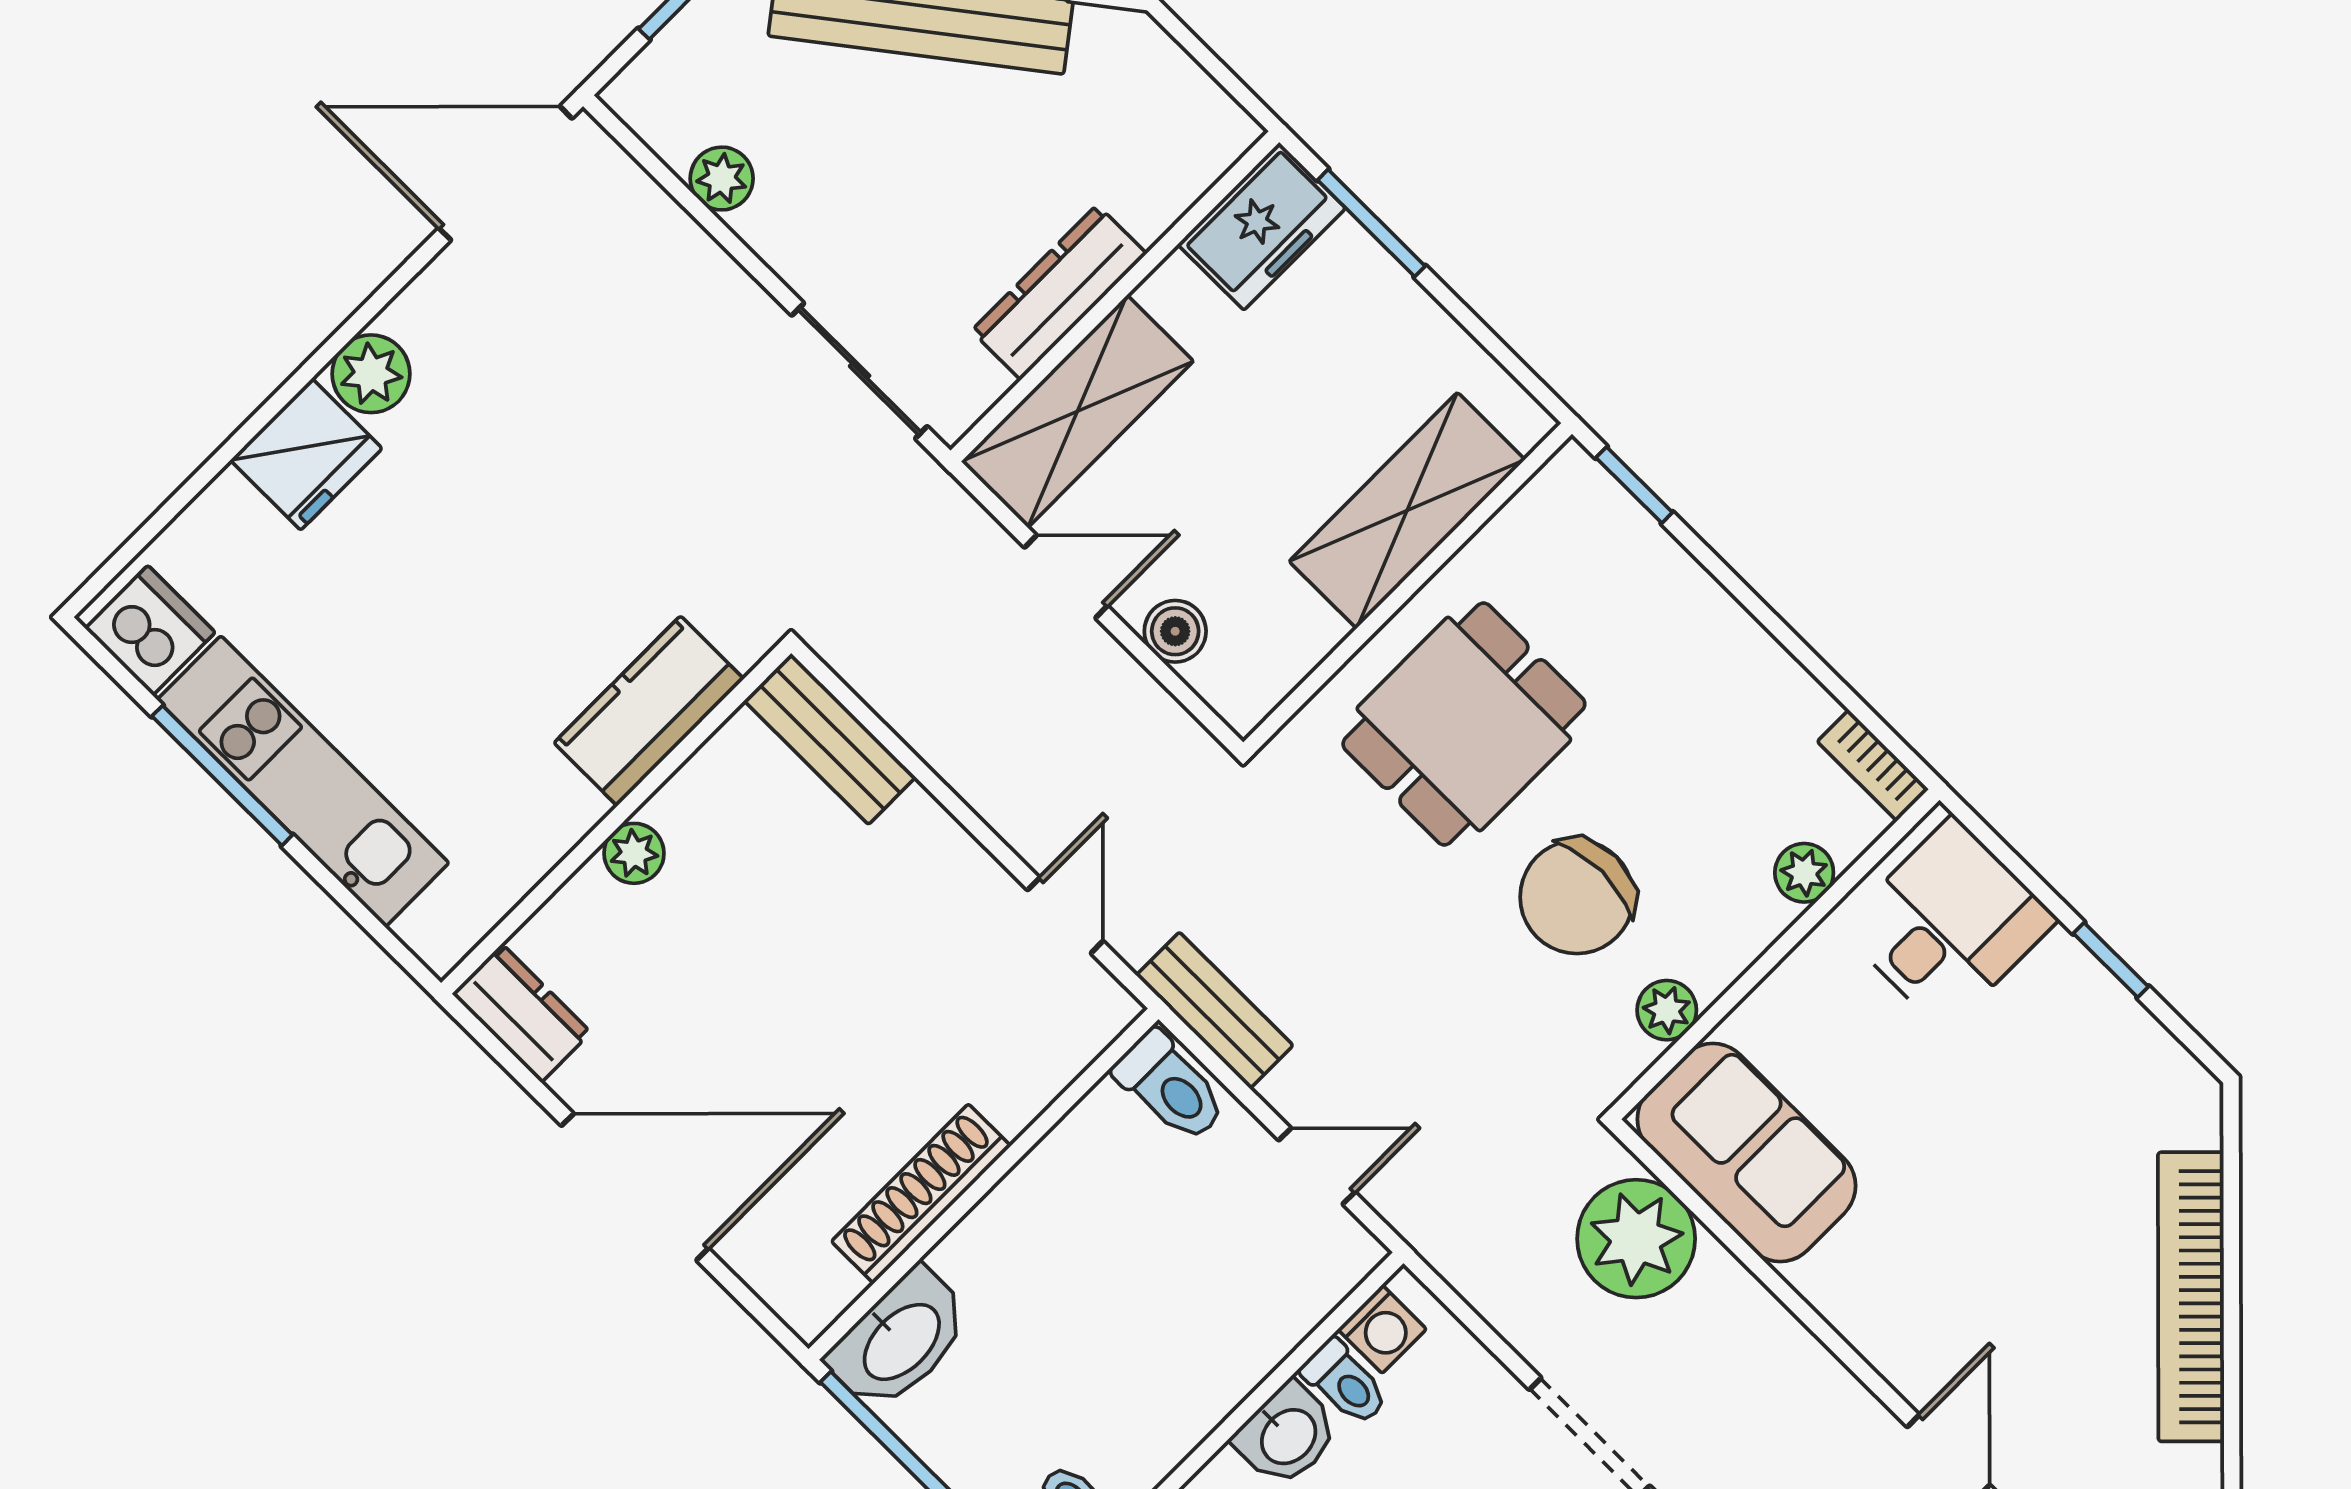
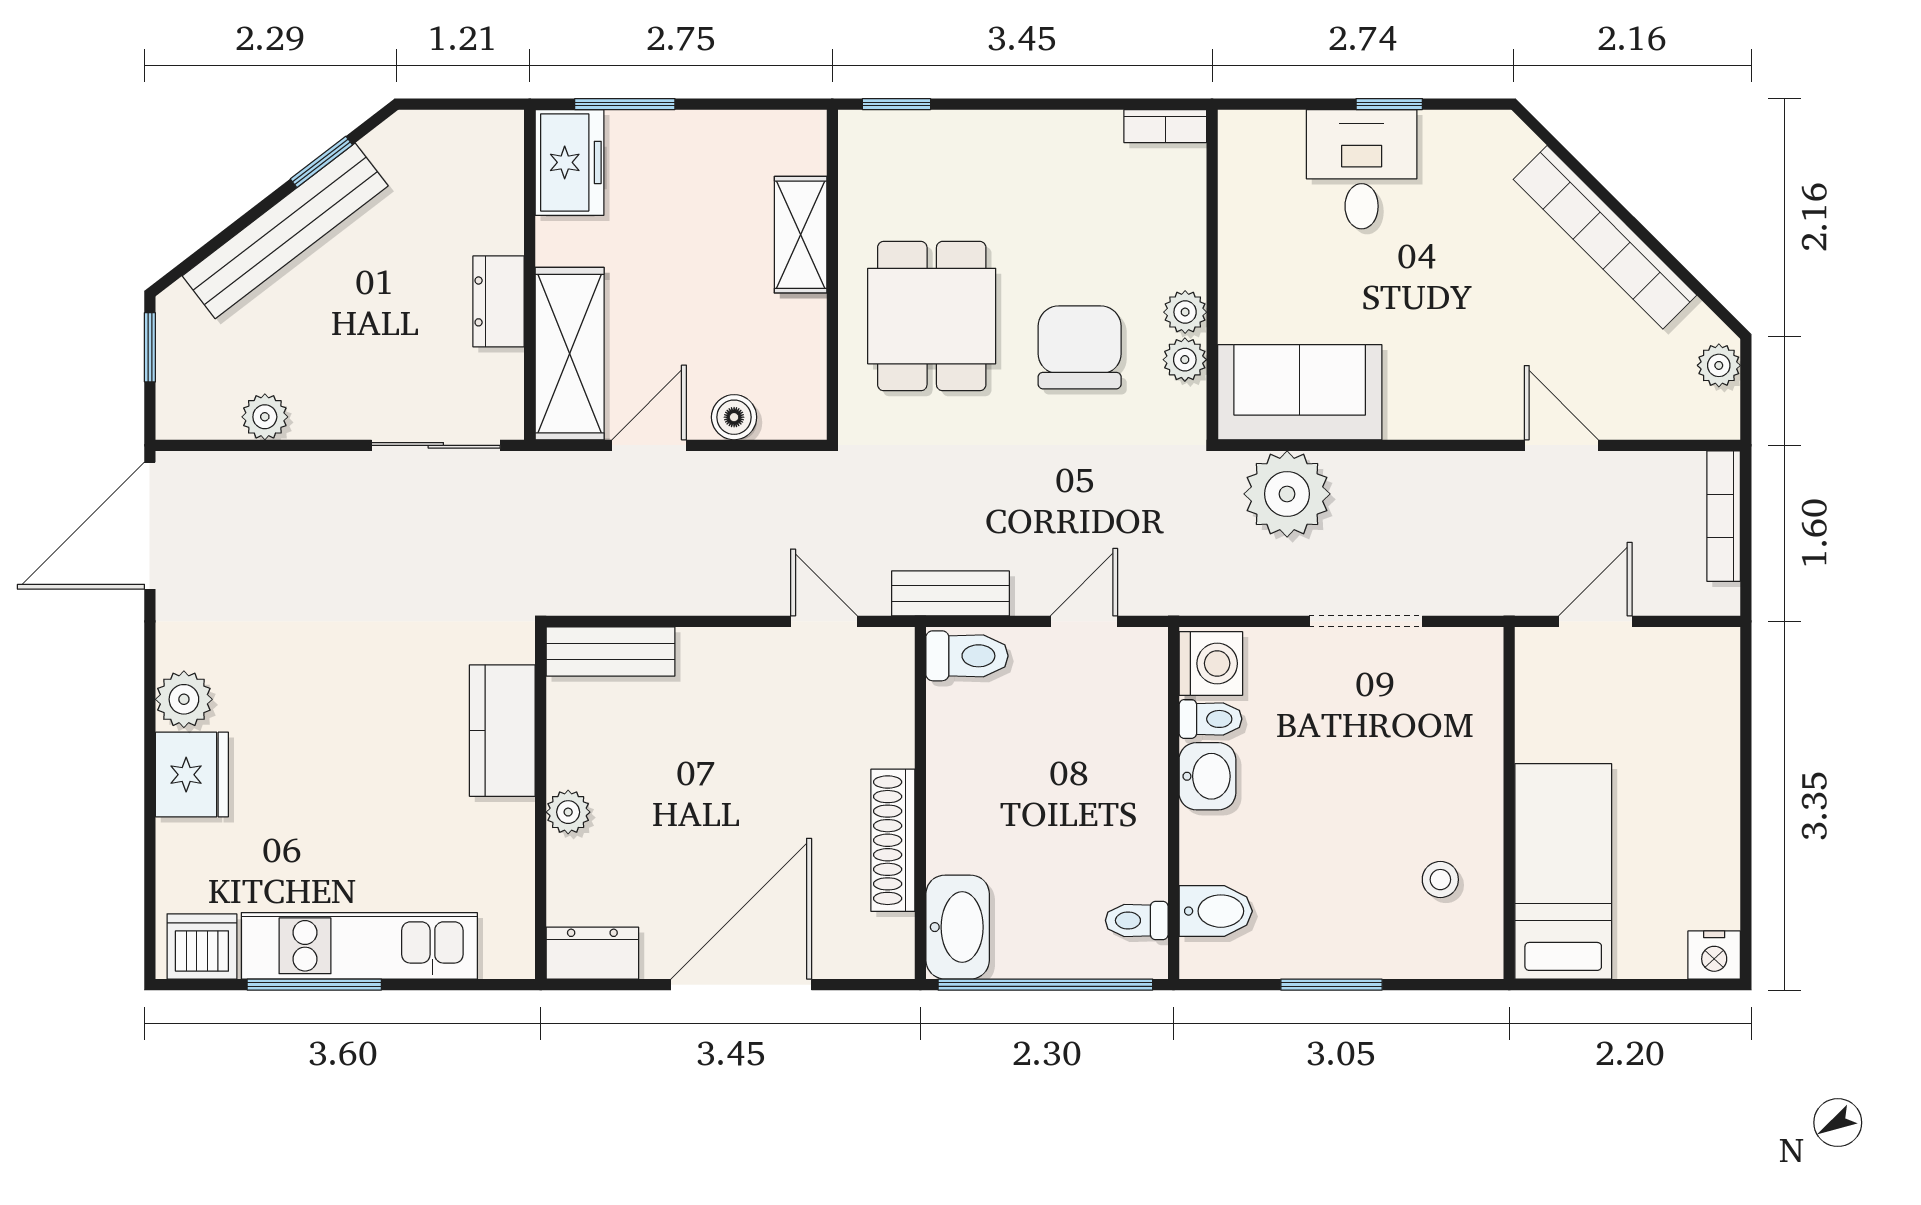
dresser: (1059, 292) -> (499, 301), width x0.70
shelving: (1407, 510) -> (801, 235), width x0.67, depth x0.75
plant: (1804, 873) -> (1185, 312), moved
chair: (1577, 897) -> (1080, 347), turned 180
desk: (1949, 924) -> (1362, 169), moved
washing machine: (1382, 1329) -> (1211, 663), width x1.38, depth x1.38

